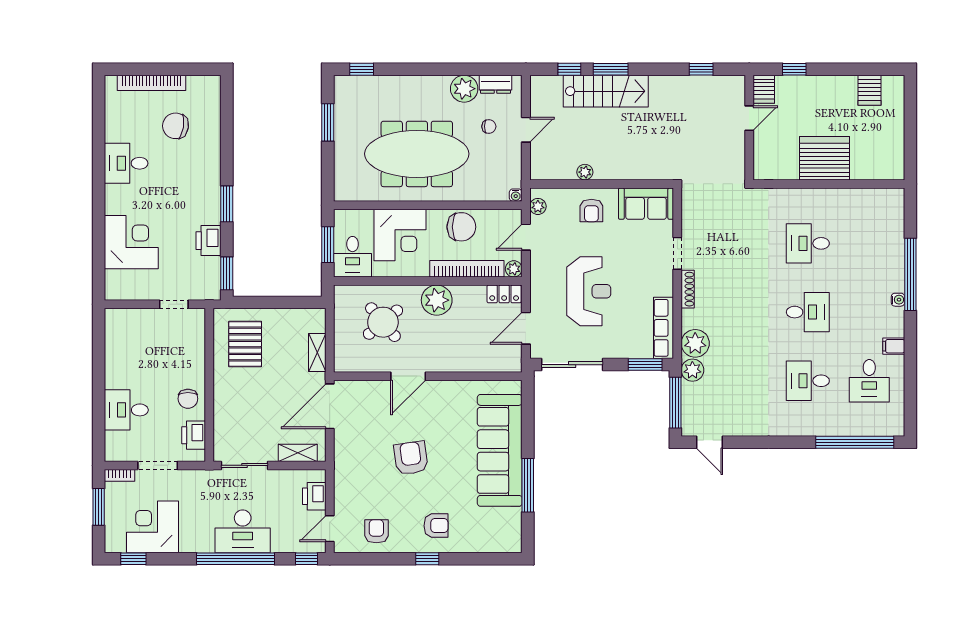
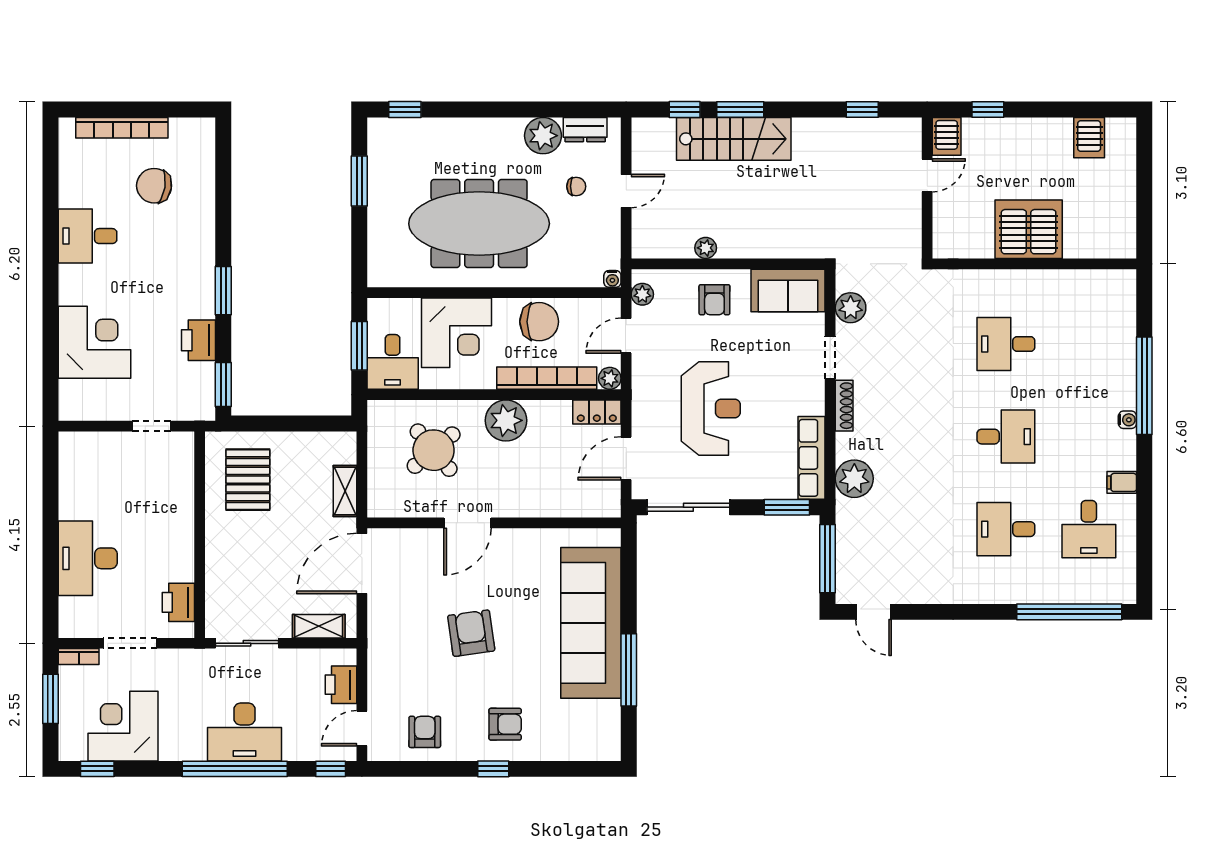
plant: (692, 370) -> (851, 308), moved
chair: (188, 399) -> (171, 553), removed
desk: (126, 410) -> (88, 558), width x1.37

